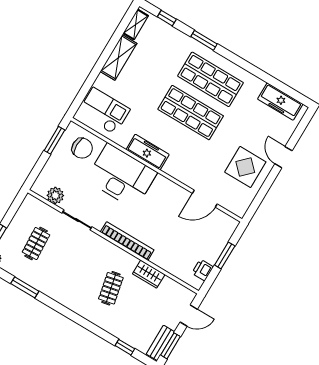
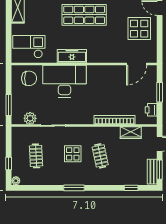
window: (55, 140) -> (9, 105), moved
door: (205, 199) -> (137, 64), moved
bookcase: (127, 241) -> (114, 120), moved
display table: (80, 267) -> (73, 154), added
wardrobe: (149, 274) -> (131, 133), moved
window: (25, 287) -> (74, 188), moved

